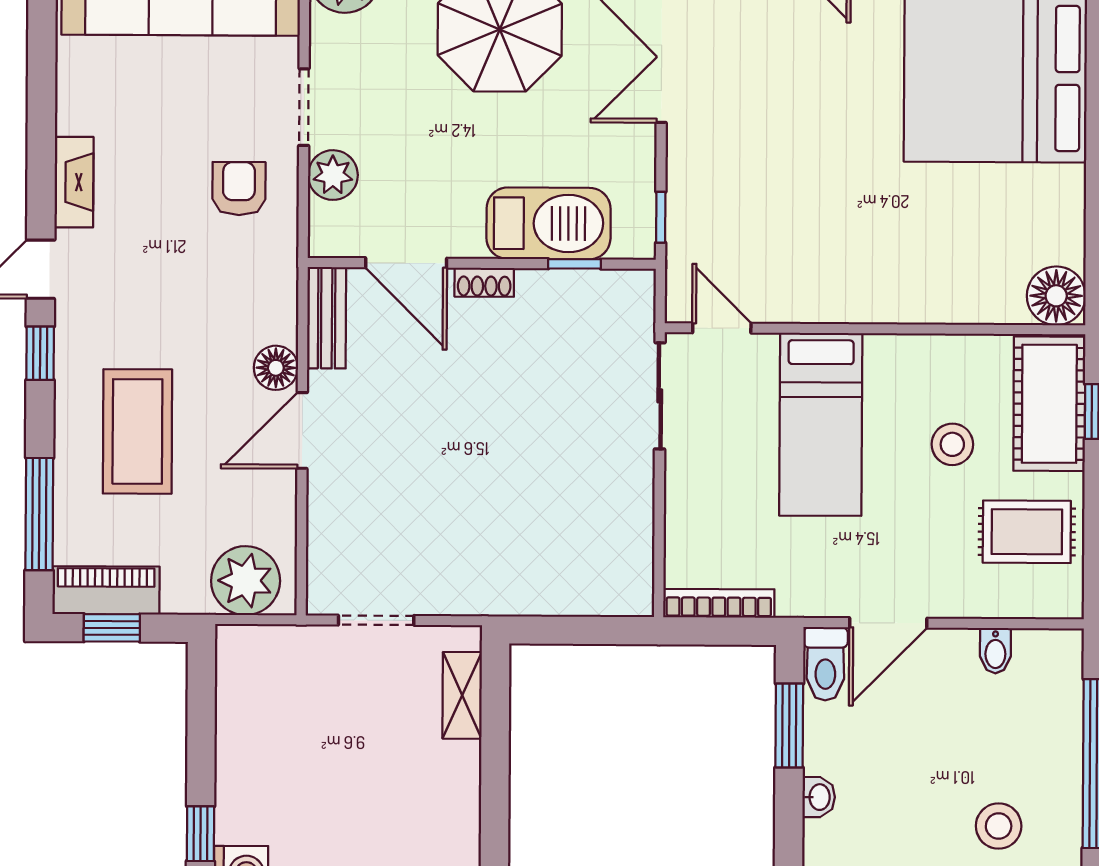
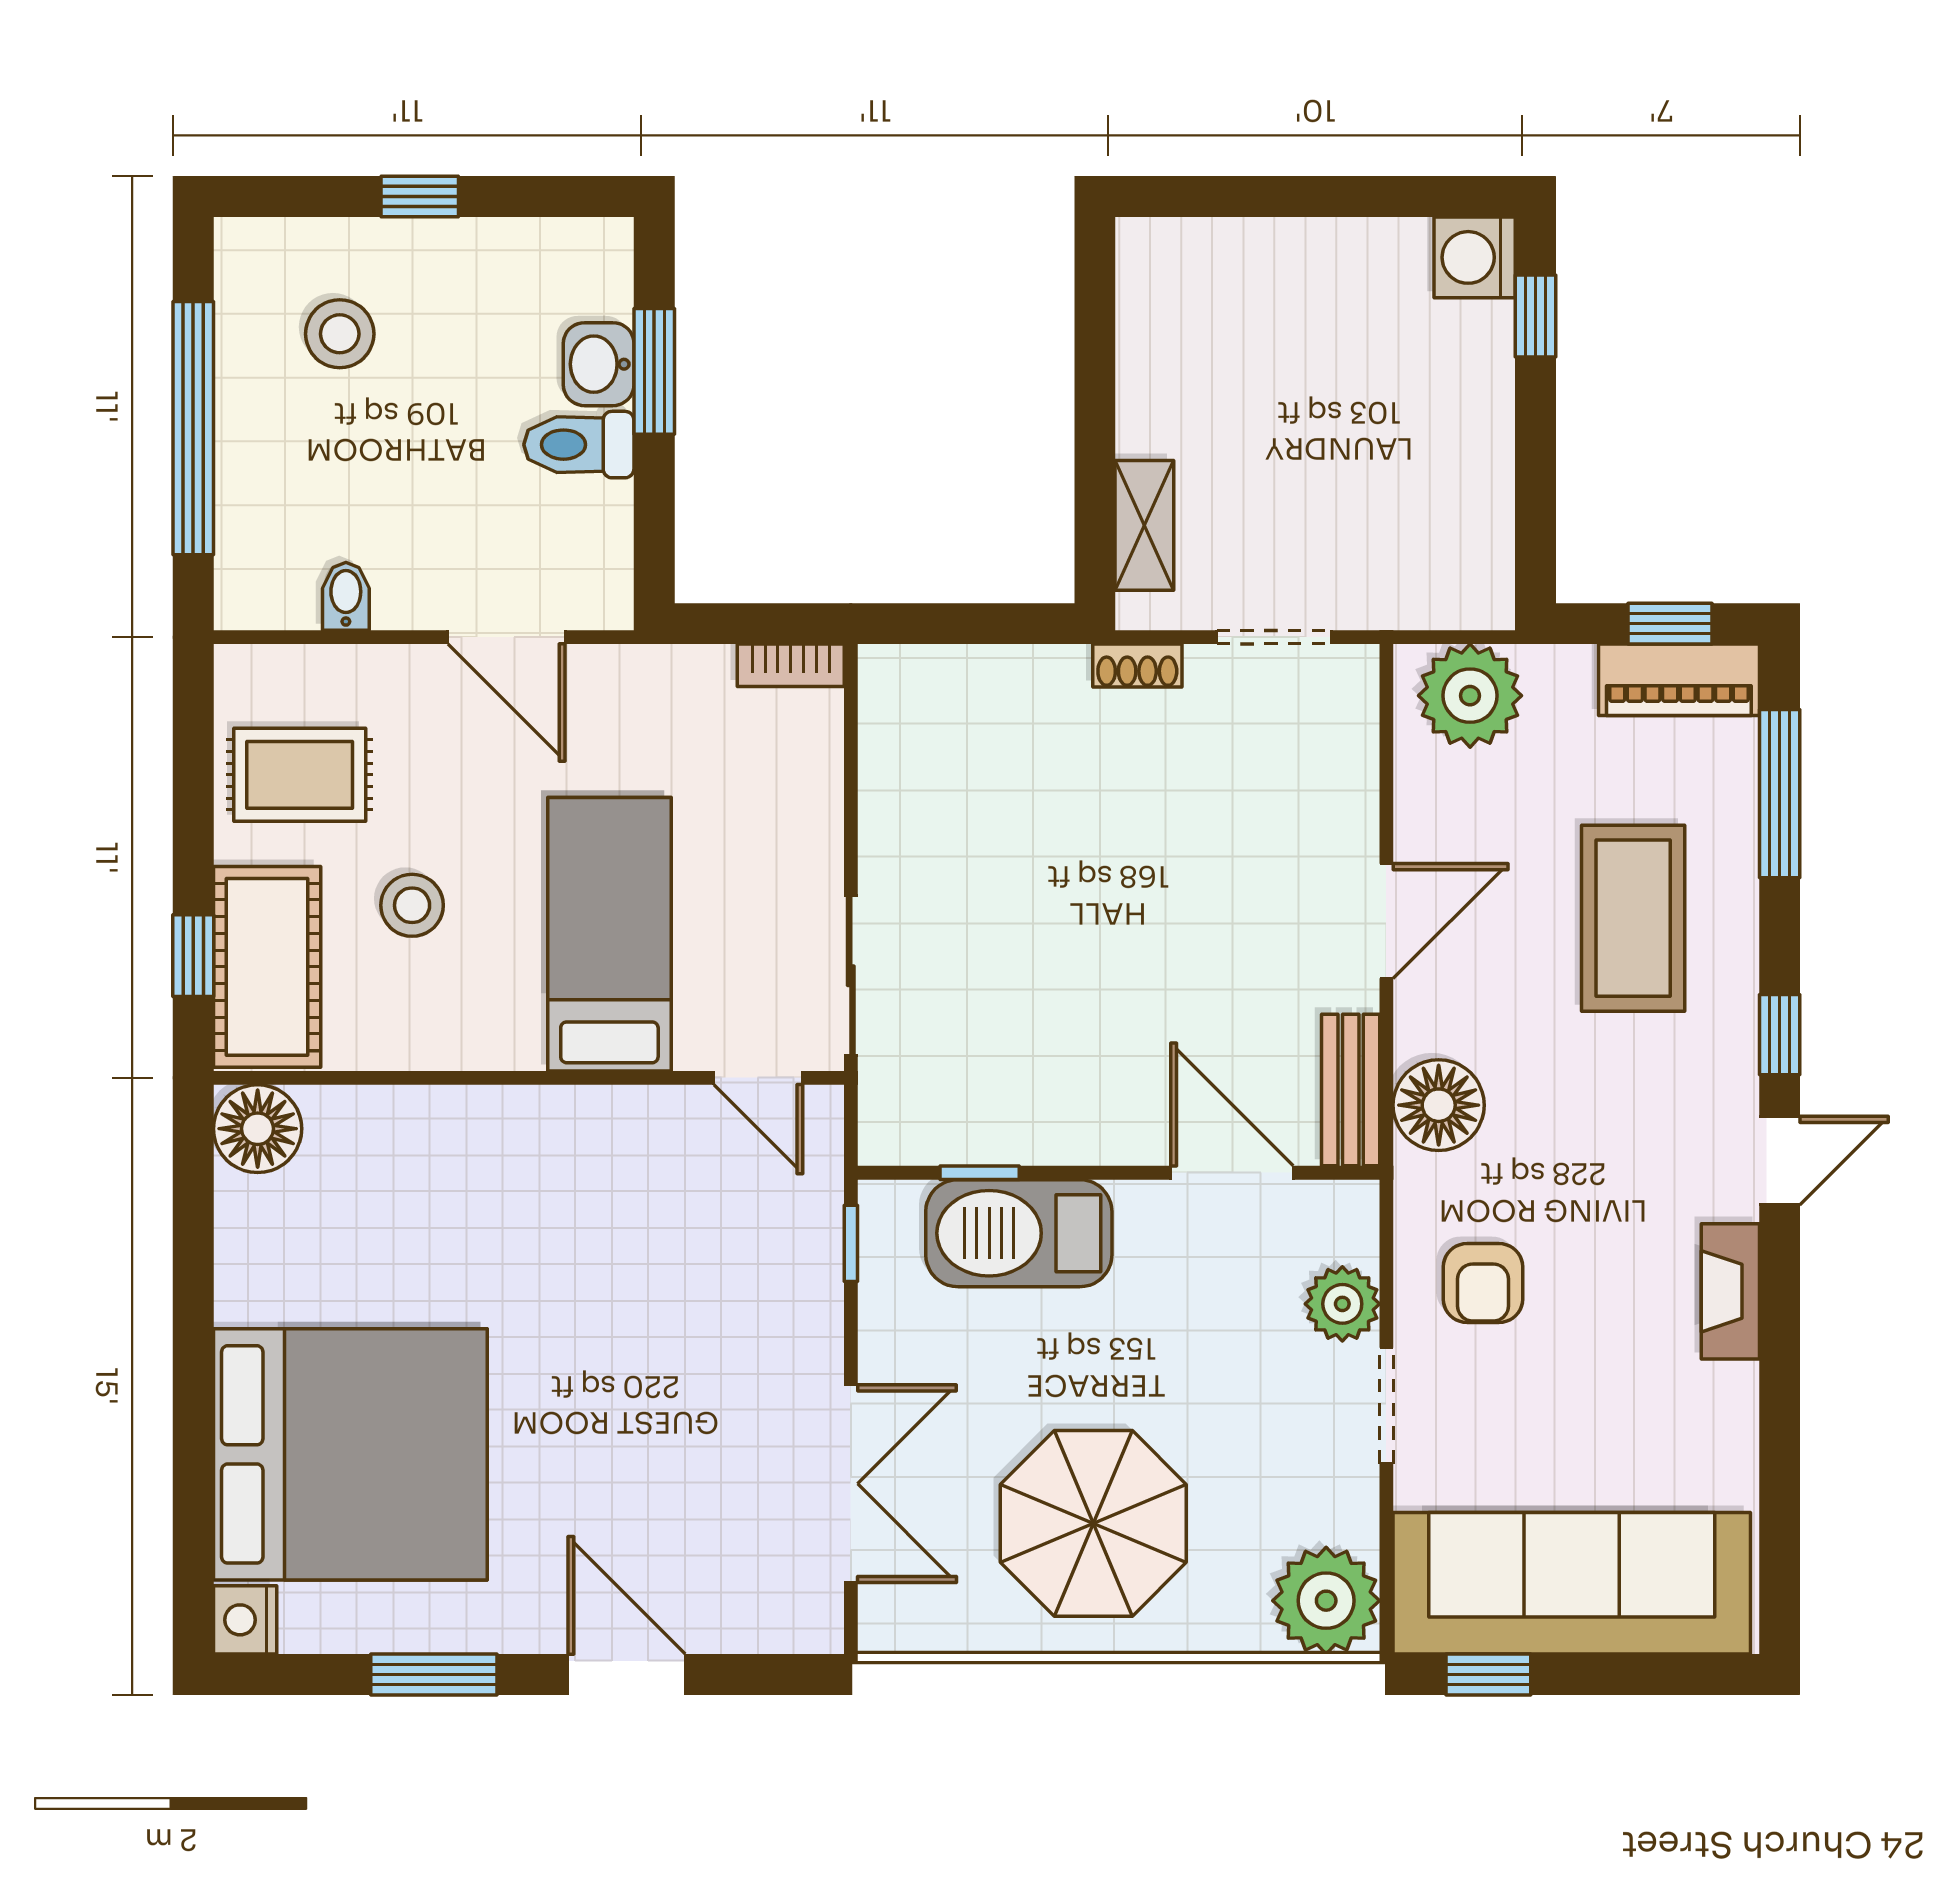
shoe rack: (484, 282) -> (1137, 666), moved, turned 180
floor lamp: (276, 368) -> (1439, 1105), moved, width x1.38, depth x1.38
bookcase: (719, 603) -> (791, 665), width x0.64
door: (888, 623) -> (507, 637), swing flipped
toilet: (825, 664) -> (579, 445), moved, turned -90
window: (789, 725) -> (654, 371), moved
washbasin: (819, 797) -> (599, 364), width x1.38, depth x1.45

